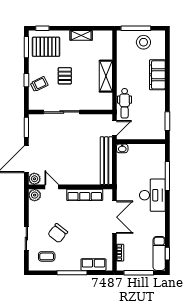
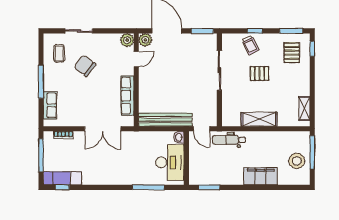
shelving: (81, 35) -> (304, 109), moved
pallet: (46, 47) -> (292, 53), width x0.67, depth x0.71
desk: (152, 195) -> (170, 162), moved, turned -90

